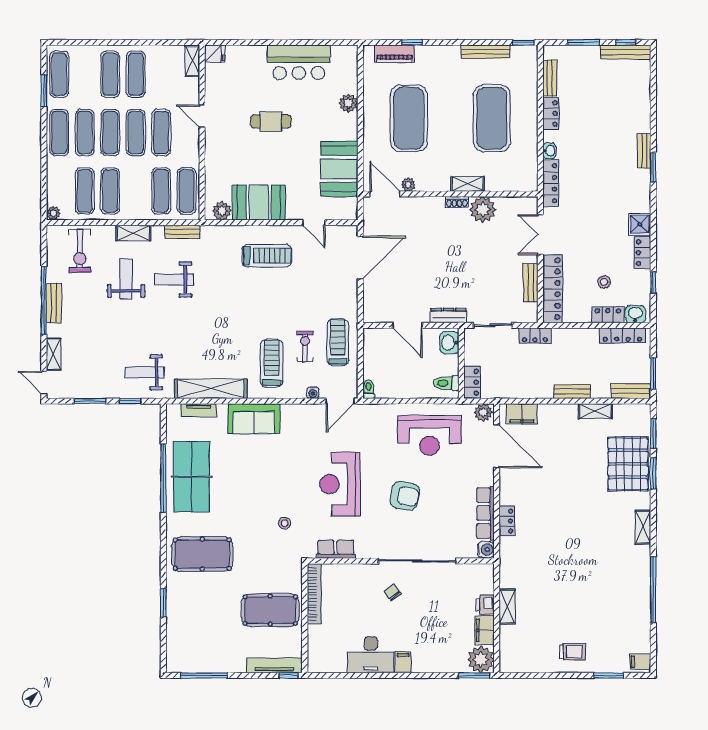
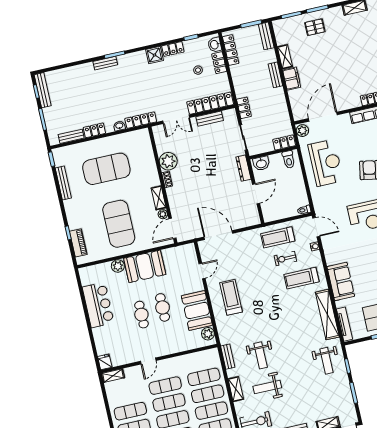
exercise mat: (409, 118) -> (119, 224), turned 90
cafe table: (274, 154) -> (163, 307), added
booth: (339, 169) -> (145, 266), moved
shelving: (468, 184) -> (159, 198), moved
exercise mat: (187, 191) -> (208, 394), moved
tv unit: (199, 410) -> (345, 324), width x1.41
filing cabinet: (522, 414) -> (292, 79), moved
pallet: (628, 464) -> (315, 27), width x0.49, depth x0.50

